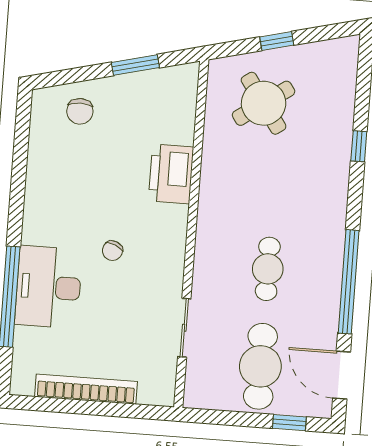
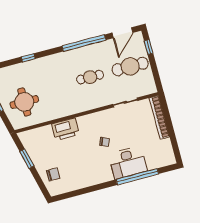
round table: (264, 103) -> (24, 102), turned 35
bookcase: (86, 389) -> (159, 117), moved

